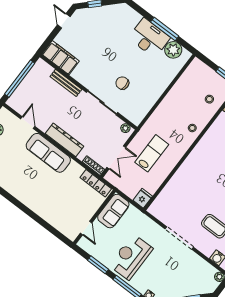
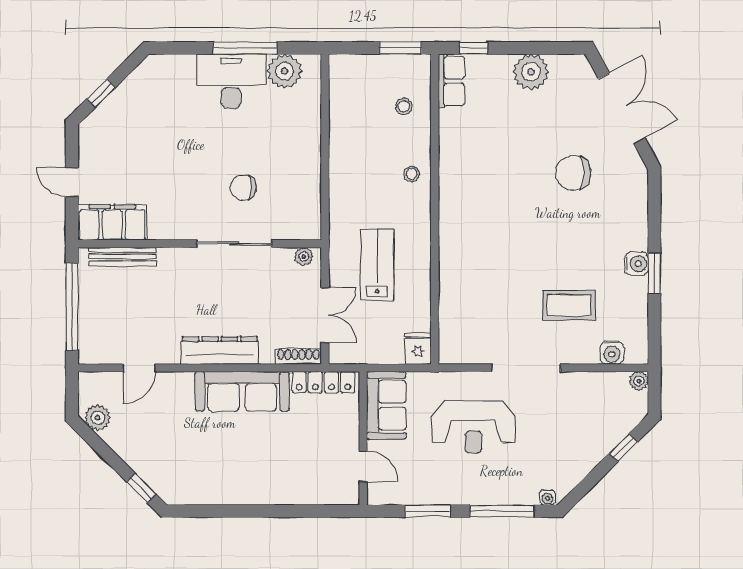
door: (64, 21) -> (72, 182), moved
bench: (66, 83) -> (123, 257), moved
door: (28, 123) -> (139, 368), swing flipped
sofa: (48, 153) -> (242, 391), moved
reception desk: (131, 257) -> (473, 427), moved, turned -90

